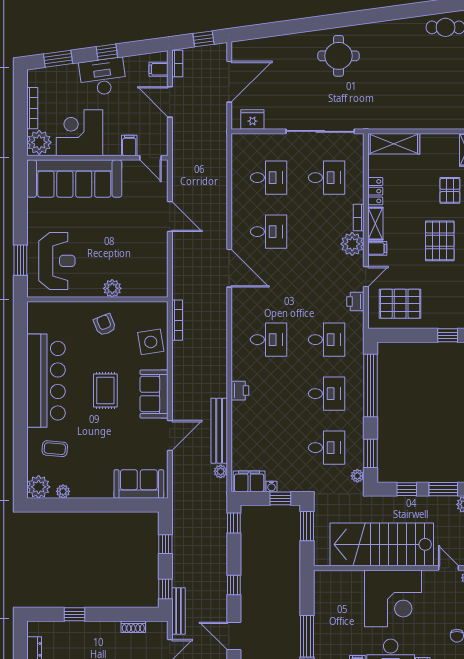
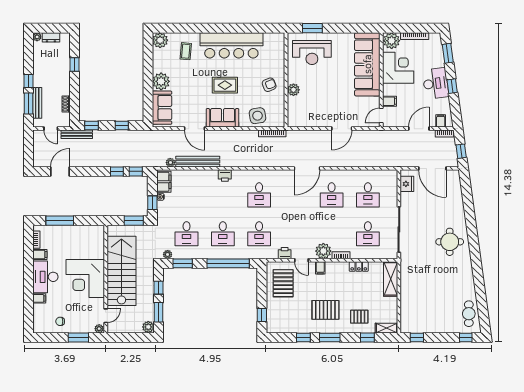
shelving: (375, 224) -> (337, 267), removed
plant: (63, 491) -> (161, 81), moved, width x1.88, depth x1.88
window: (234, 585) -> (117, 171), moved

